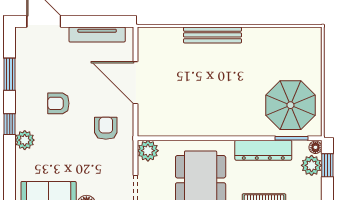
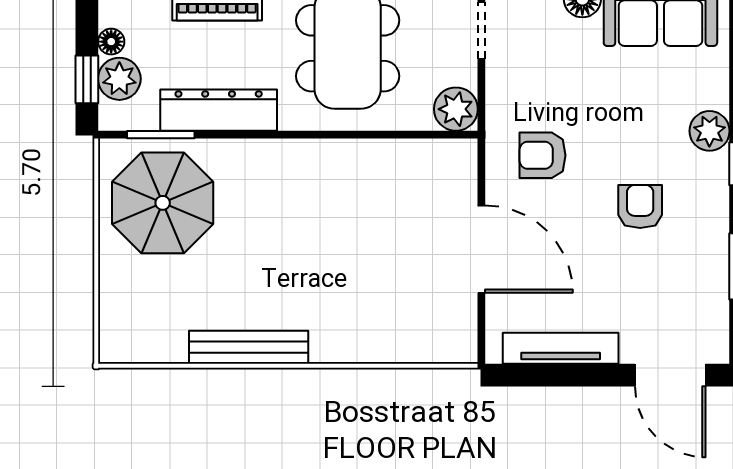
bench: (212, 35) -> (249, 347), moved
armchair: (58, 103) -> (640, 206), turned -90
armchair: (106, 128) -> (543, 155), turned 90
floor lamp: (315, 147) -> (111, 42), moved

